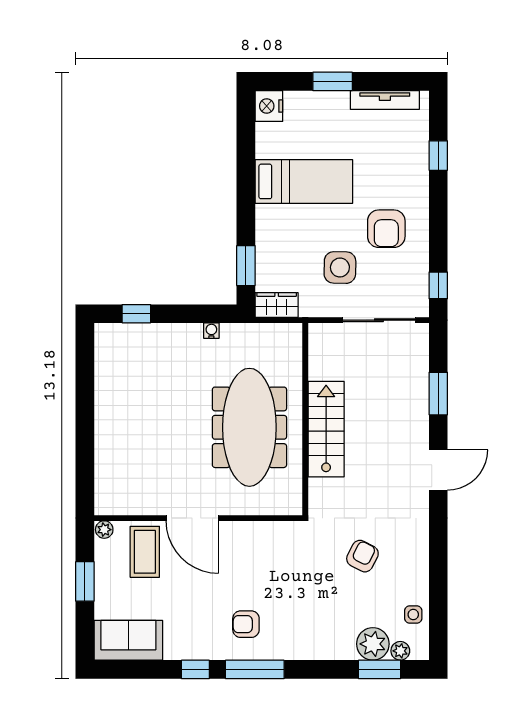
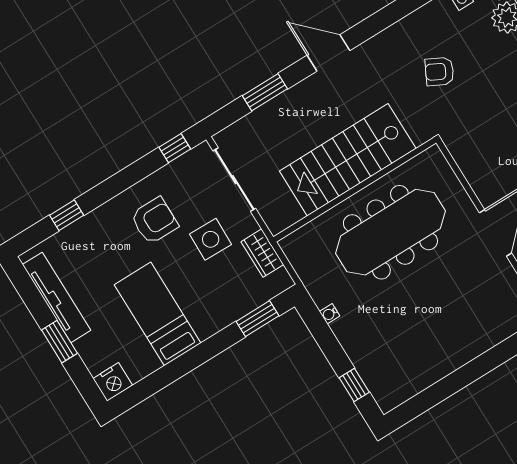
tv unit: (385, 100) -> (56, 297), width x1.36, depth x1.29
wardrobe: (277, 305) -> (262, 253), moved
stairs: (326, 429) -> (348, 160), width x1.36, depth x1.51

